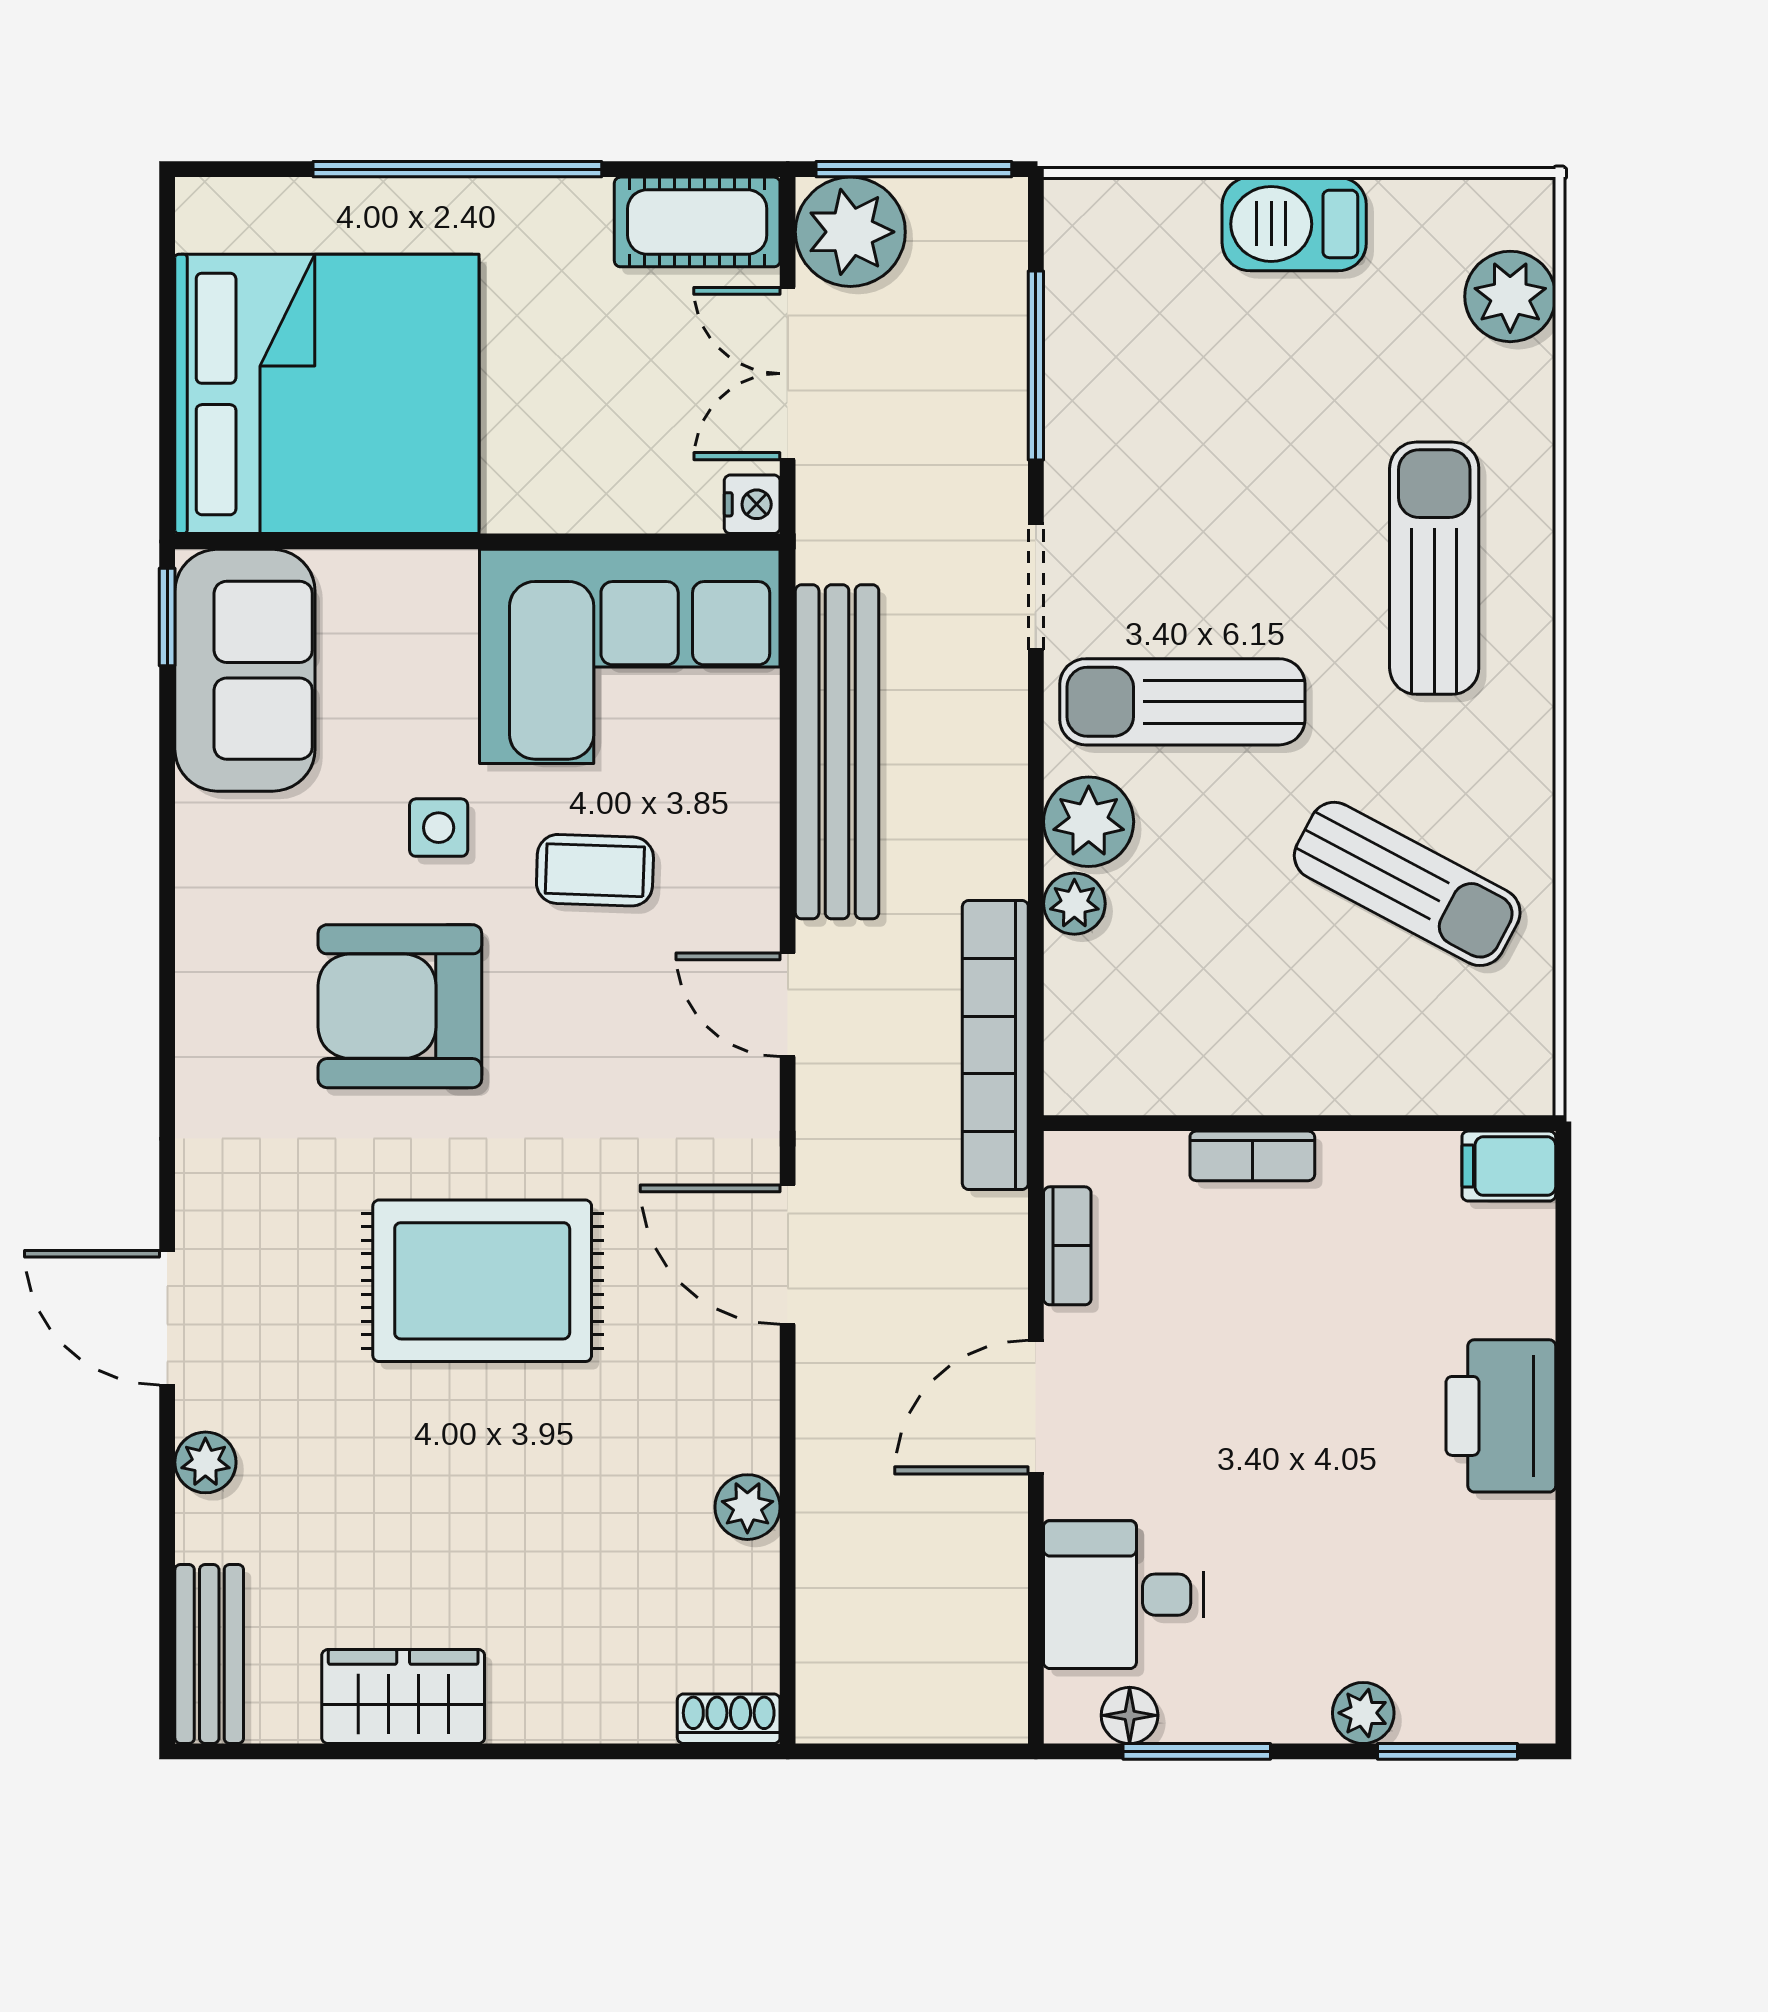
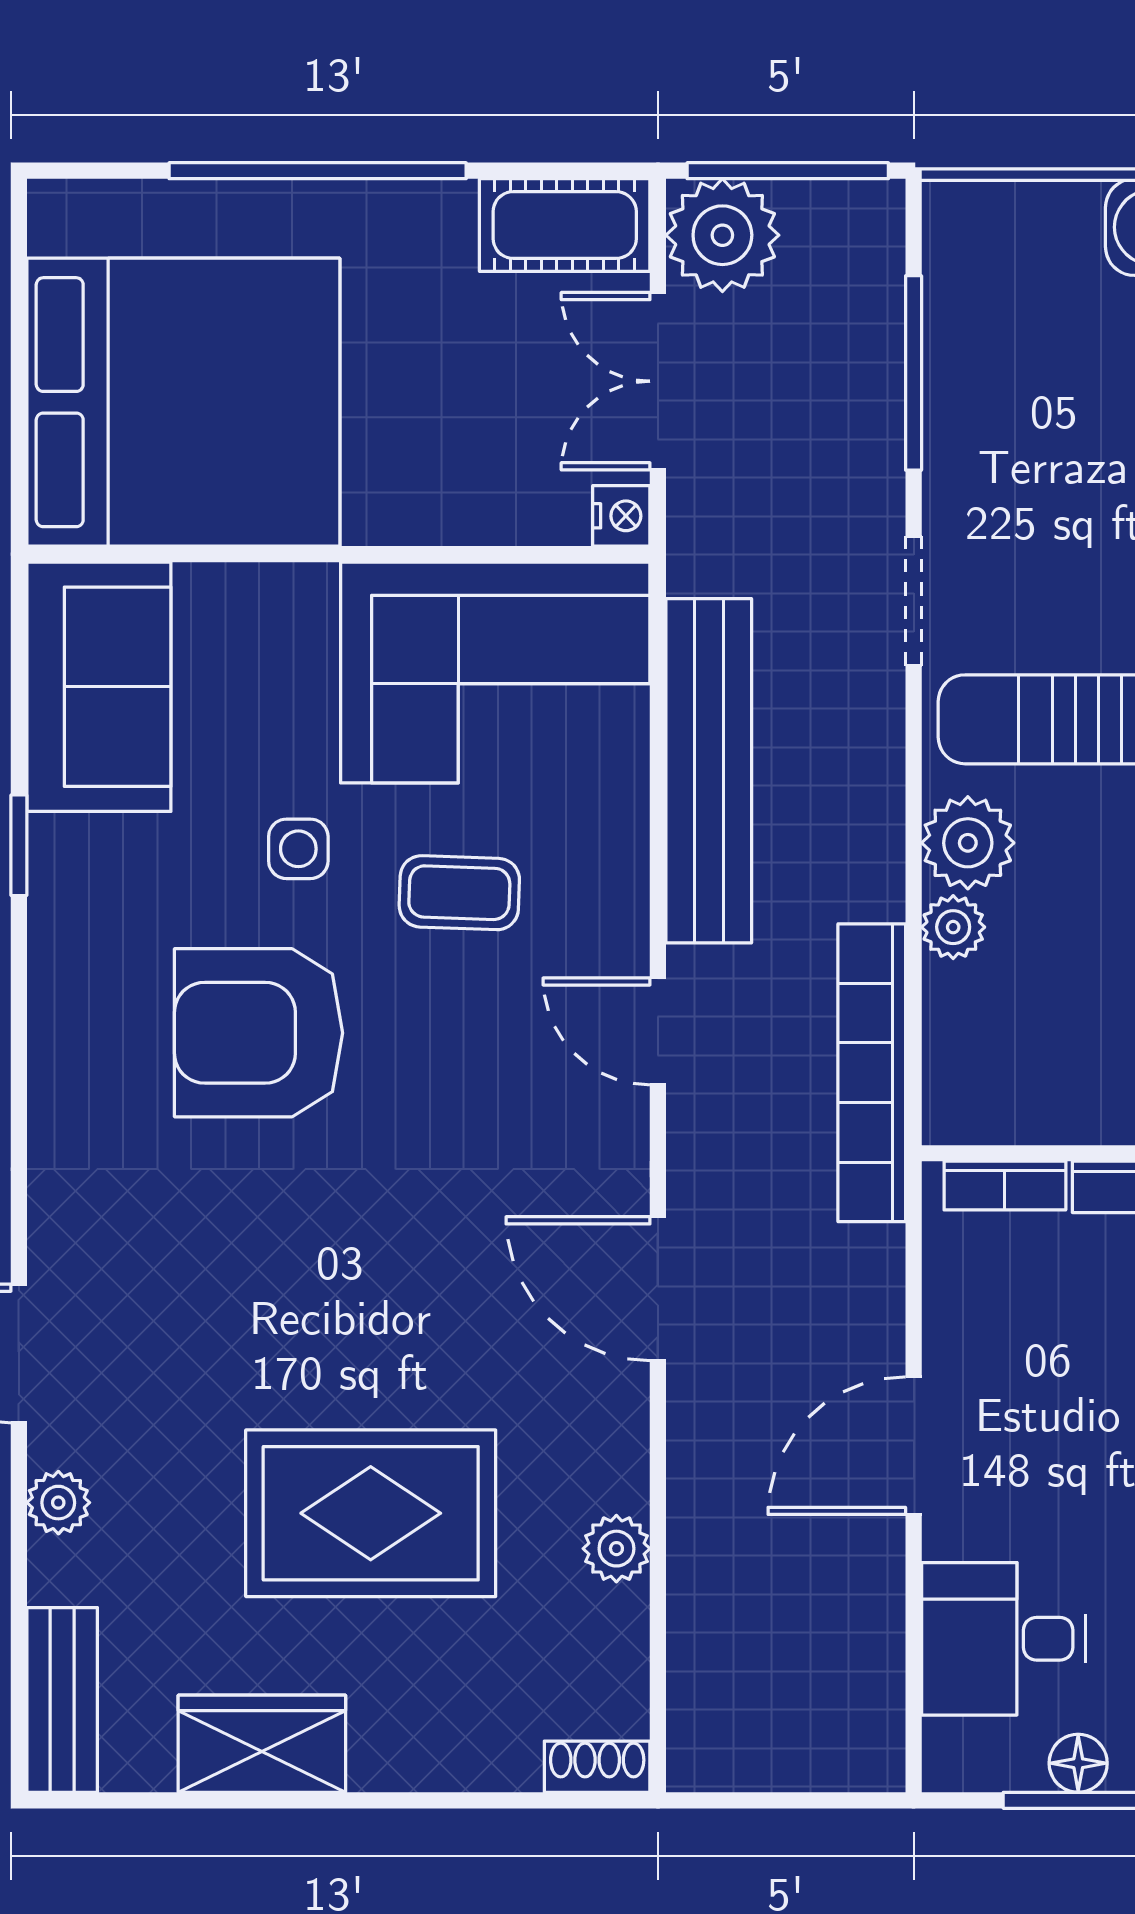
window: (167, 617) -> (19, 845), moved
bookcase: (1067, 1246) -> (1005, 1186), moved, turned 90
rug: (482, 1281) -> (371, 1513), moved
floor lamp: (1130, 1715) -> (1078, 1763), moved

